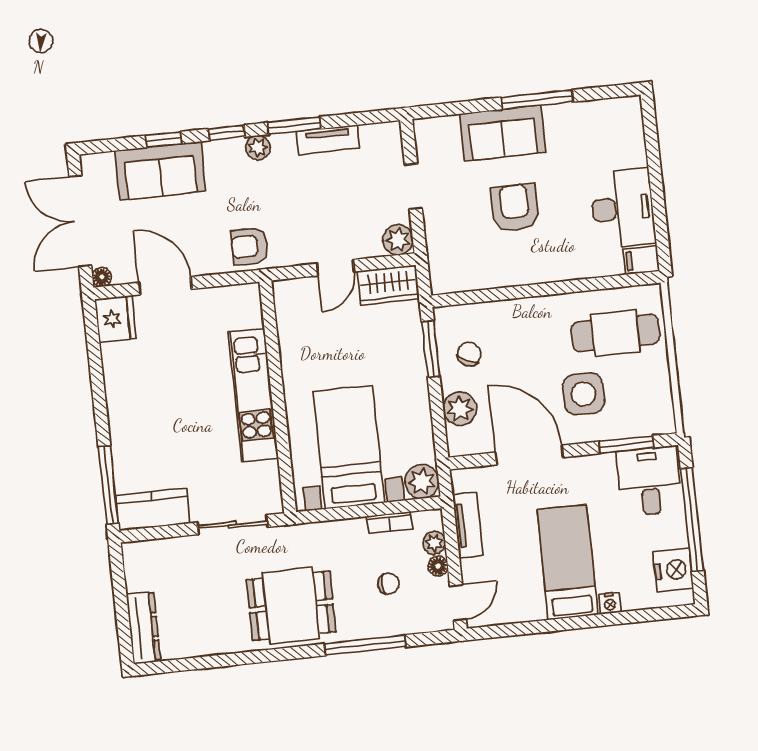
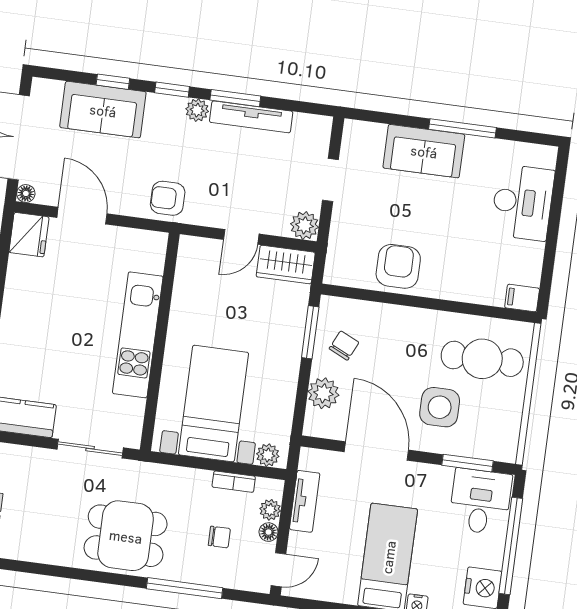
tv unit: (328, 140) -> (251, 117), width x1.41
armchair: (515, 208) -> (398, 266), moved
desk: (623, 208) -> (522, 202), moved
plant: (422, 482) -> (268, 455), width x0.73, depth x0.73

